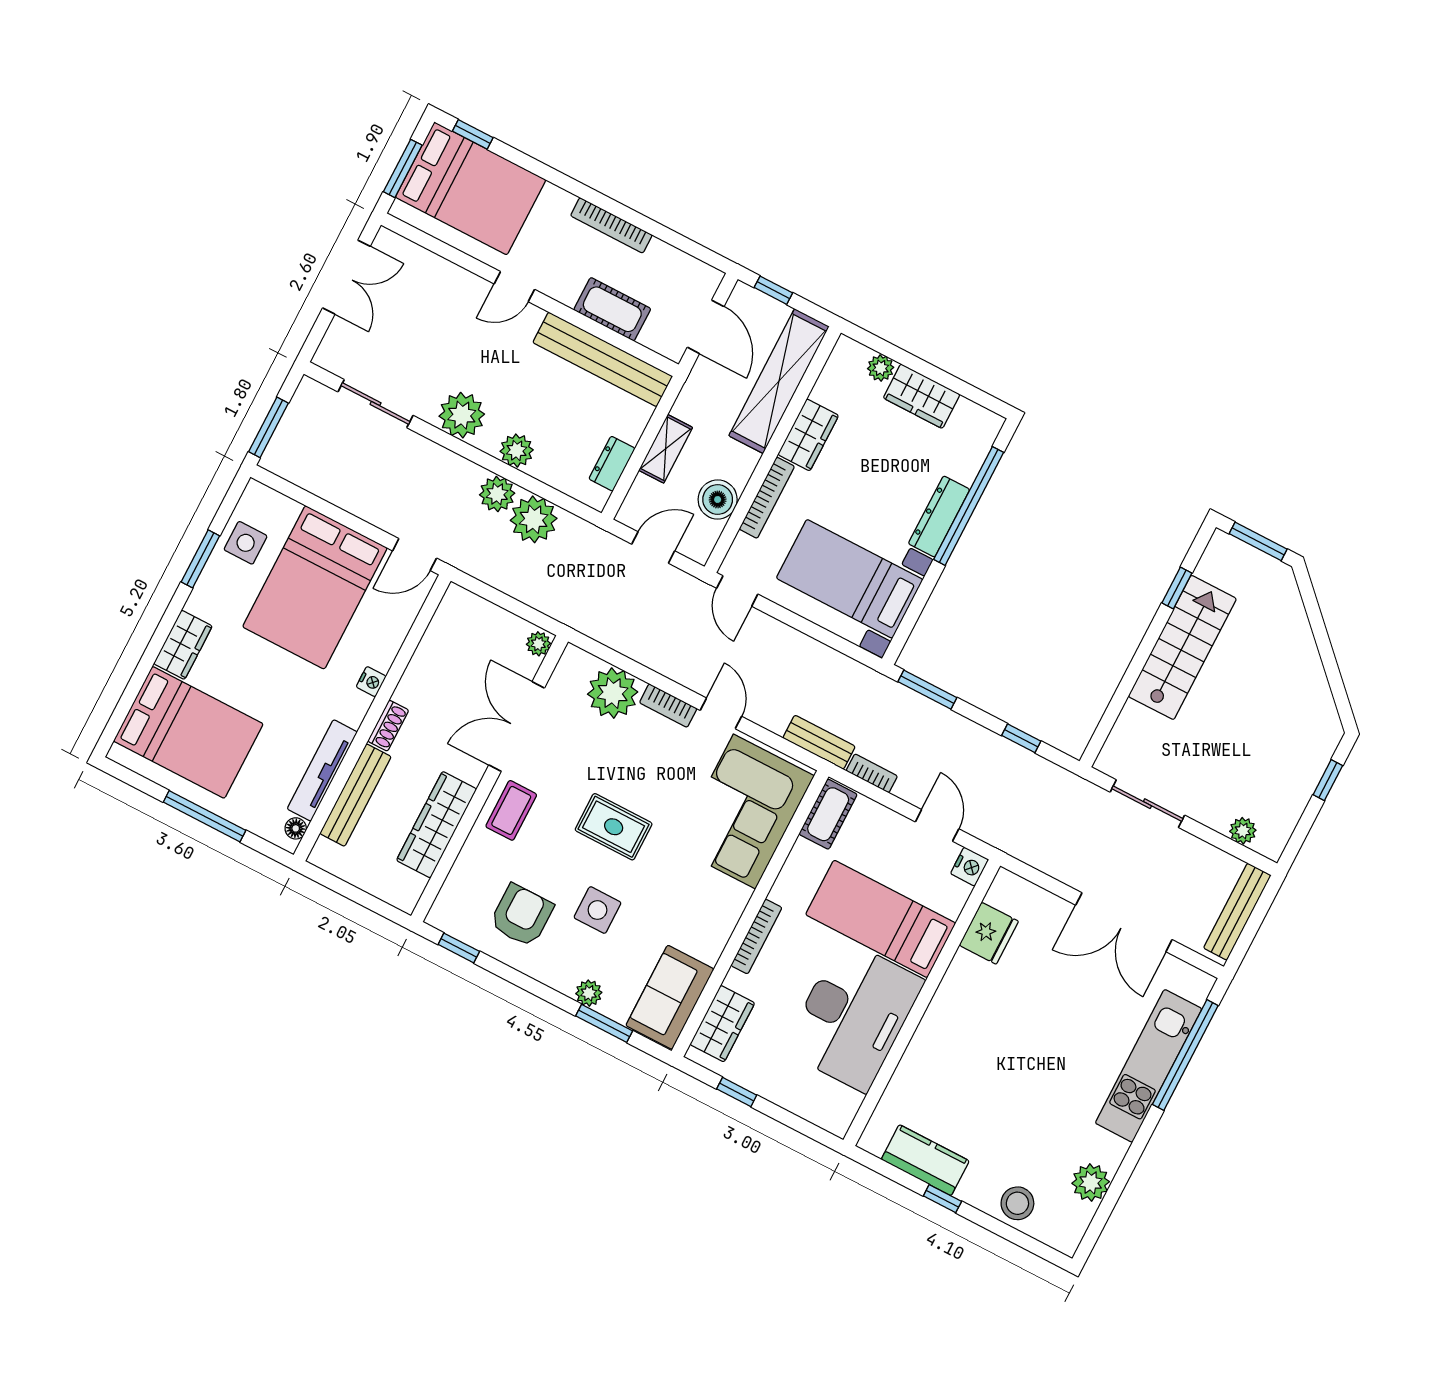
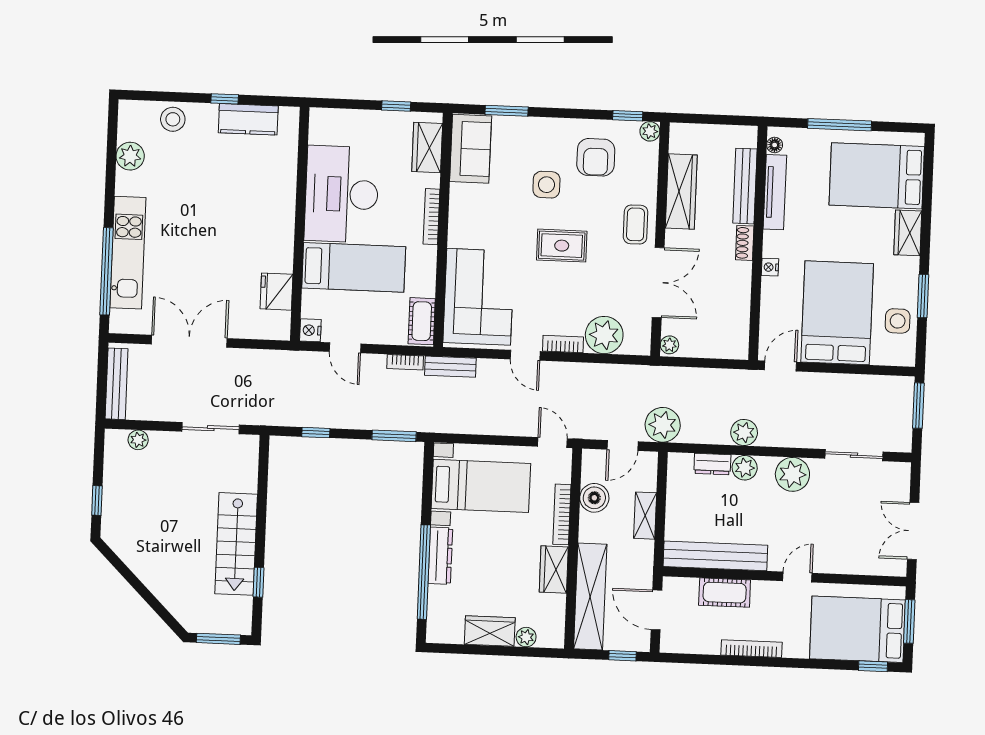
dresser: (612, 464) -> (712, 464), moved, turned 90
plant: (534, 519) -> (663, 425), moved
plant: (589, 993) -> (650, 131), moved

